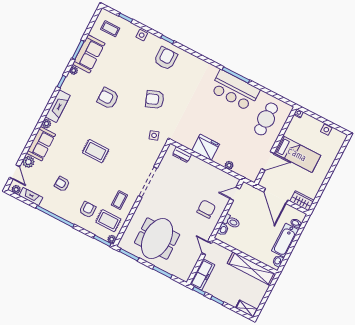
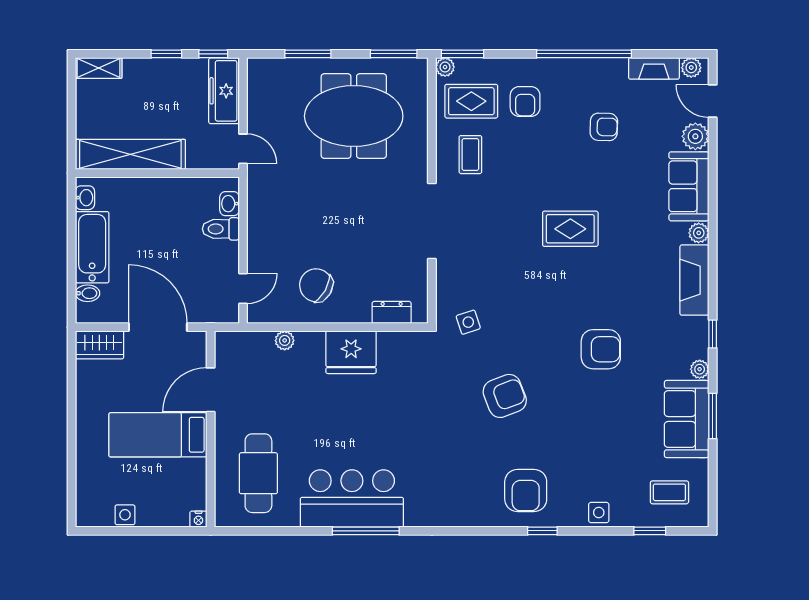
chair: (206, 209) -> (316, 285), moved, turned 119
meeting table: (157, 239) -> (354, 116), turned 90

